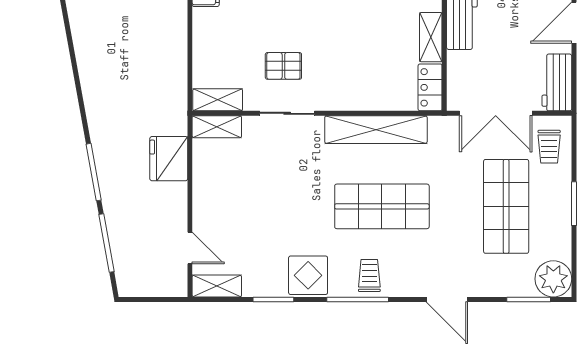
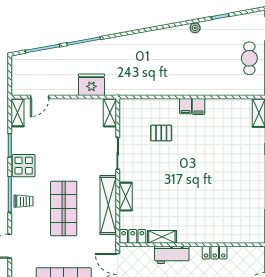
pallet: (283, 66) -> (161, 133), moved, turned 90
shelving: (218, 100) -> (126, 197), moved

